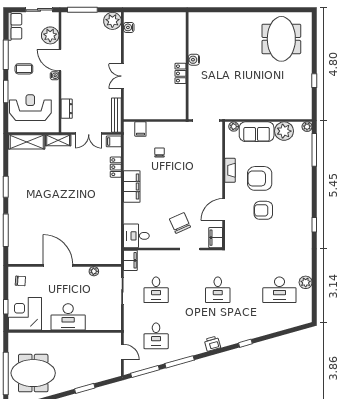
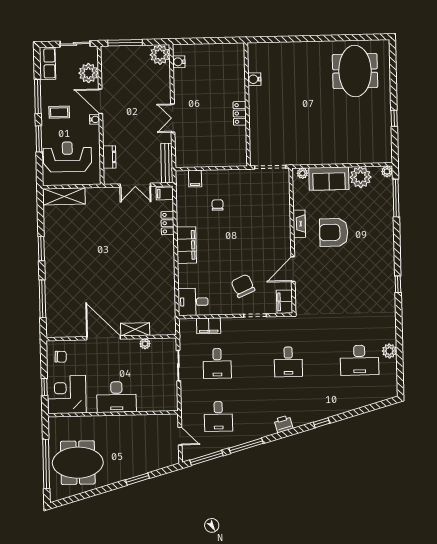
water cooler: (194, 60) -> (254, 79), moved
shelving: (58, 140) -> (135, 329), moved
armchair: (263, 210) -> (339, 269), removed
filing cabinet: (130, 260) -> (209, 326), moved, turned 90

